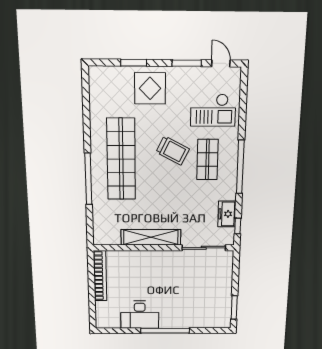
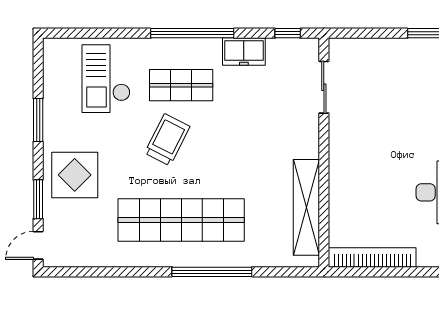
door: (221, 63) -> (38, 245), moved
checkout: (213, 110) -> (106, 79), turned 180
freezer: (227, 214) -> (244, 52), moved
shelving: (151, 237) -> (306, 207), moved
sliding door: (204, 248) -> (324, 87), width x0.73

